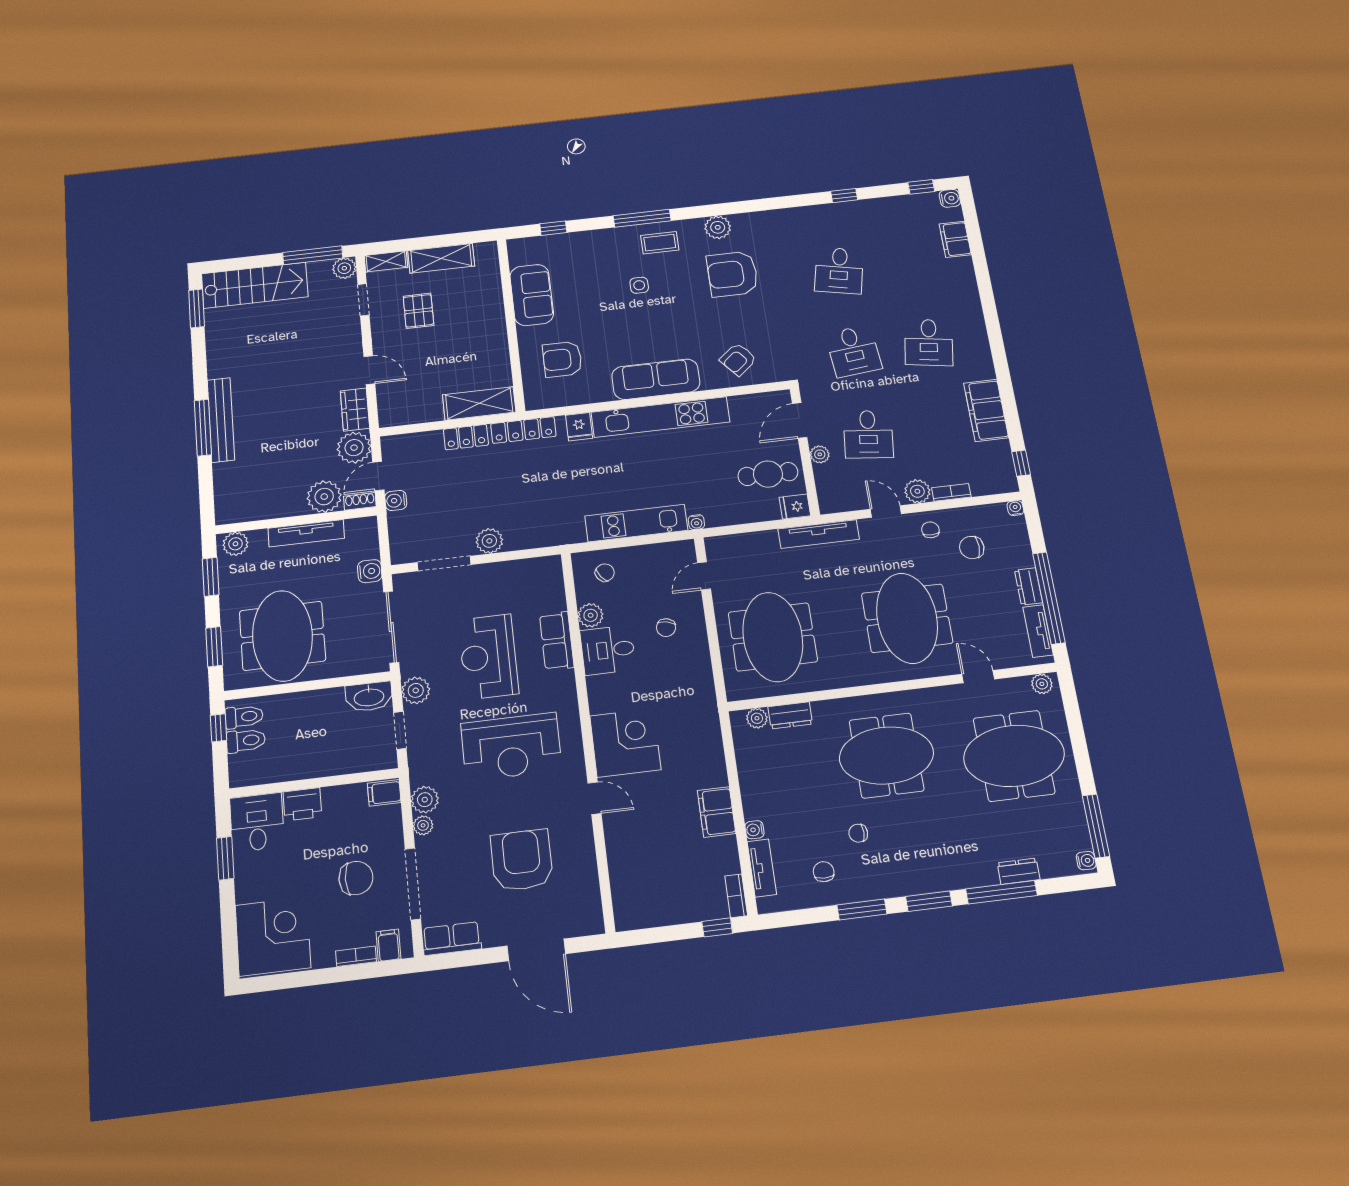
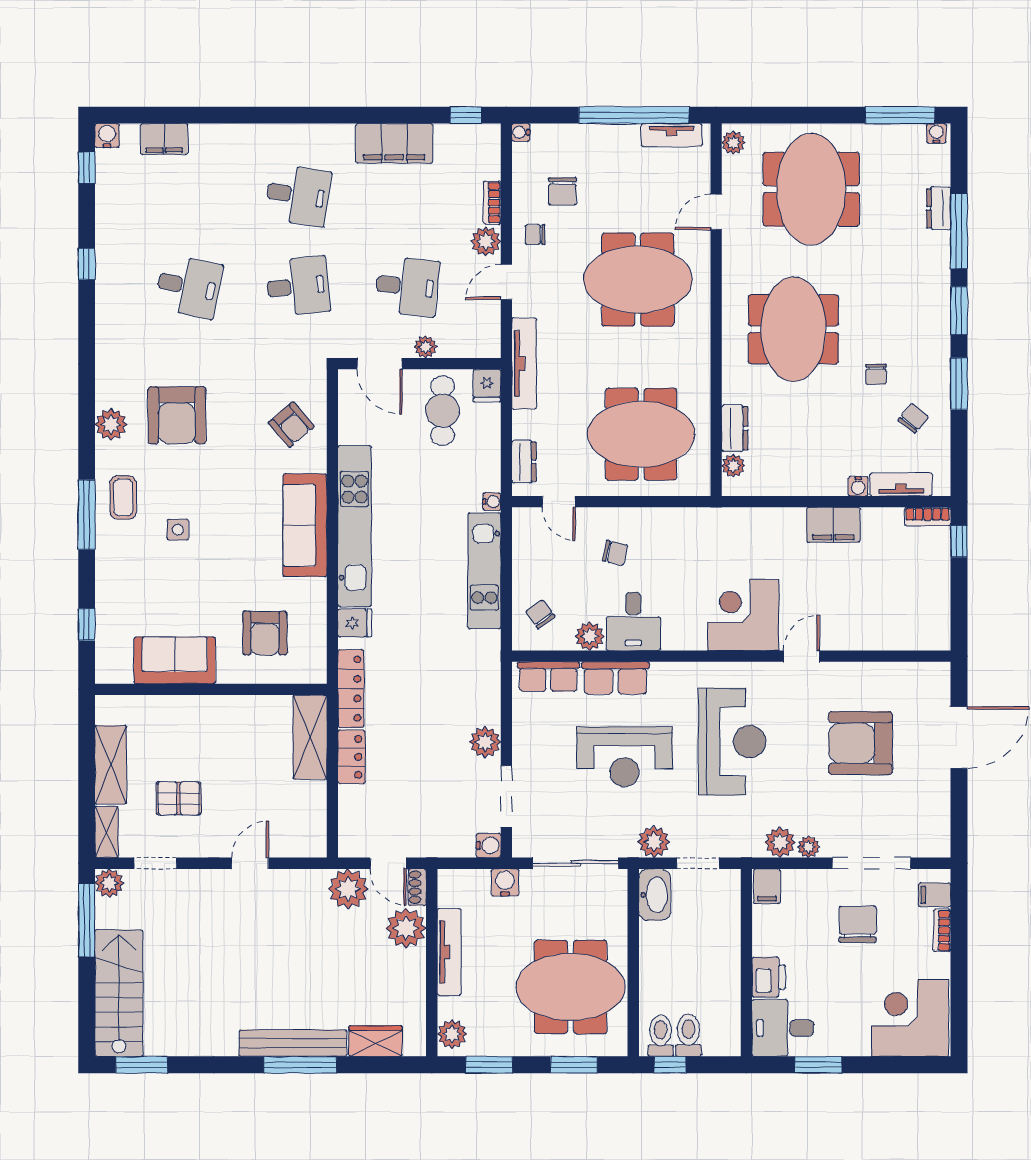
wardrobe: (355, 410) -> (375, 1041), moved, turned 180
water cooler: (396, 500) -> (489, 846), moved, turned -90
dresser: (1029, 586) -> (524, 462), moved, turned -90
chair: (824, 872) -> (913, 418), turned 129
row of seats: (452, 939) -> (548, 677), moved, turned -90

